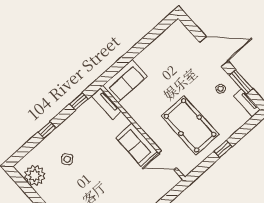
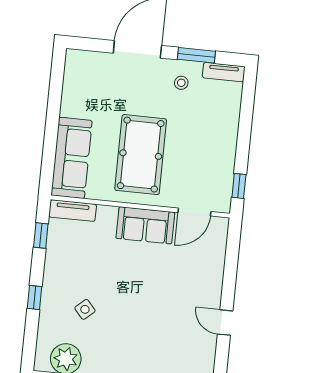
sofa: (125, 81) -> (72, 158), width x1.36
pool table: (190, 125) -> (141, 155), moved, turned 90
window: (223, 149) -> (239, 186), moved

